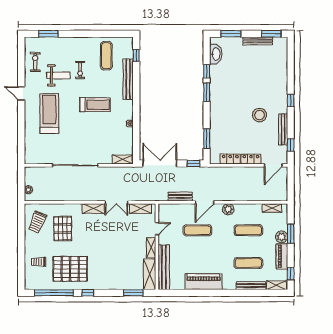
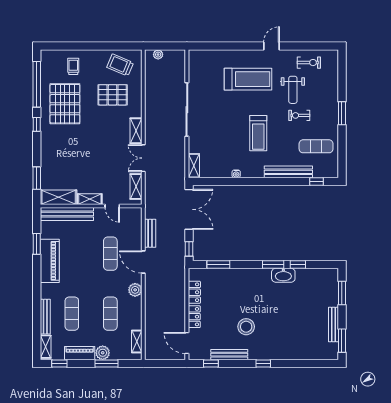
window: (48, 34) -> (342, 113), moved
washbasin: (216, 54) -> (283, 275), moved
window: (189, 293) -> (37, 244), added

